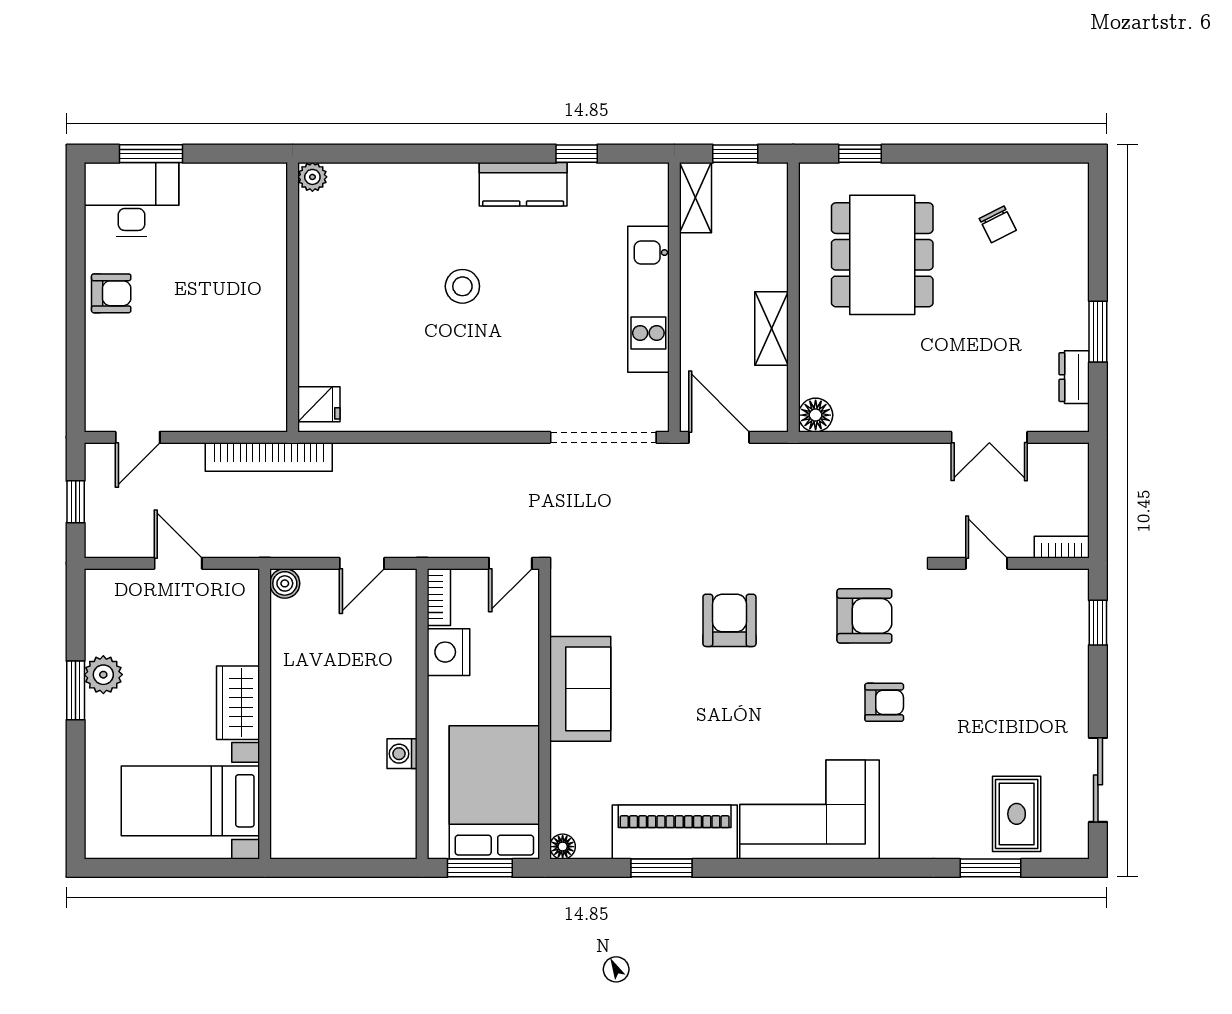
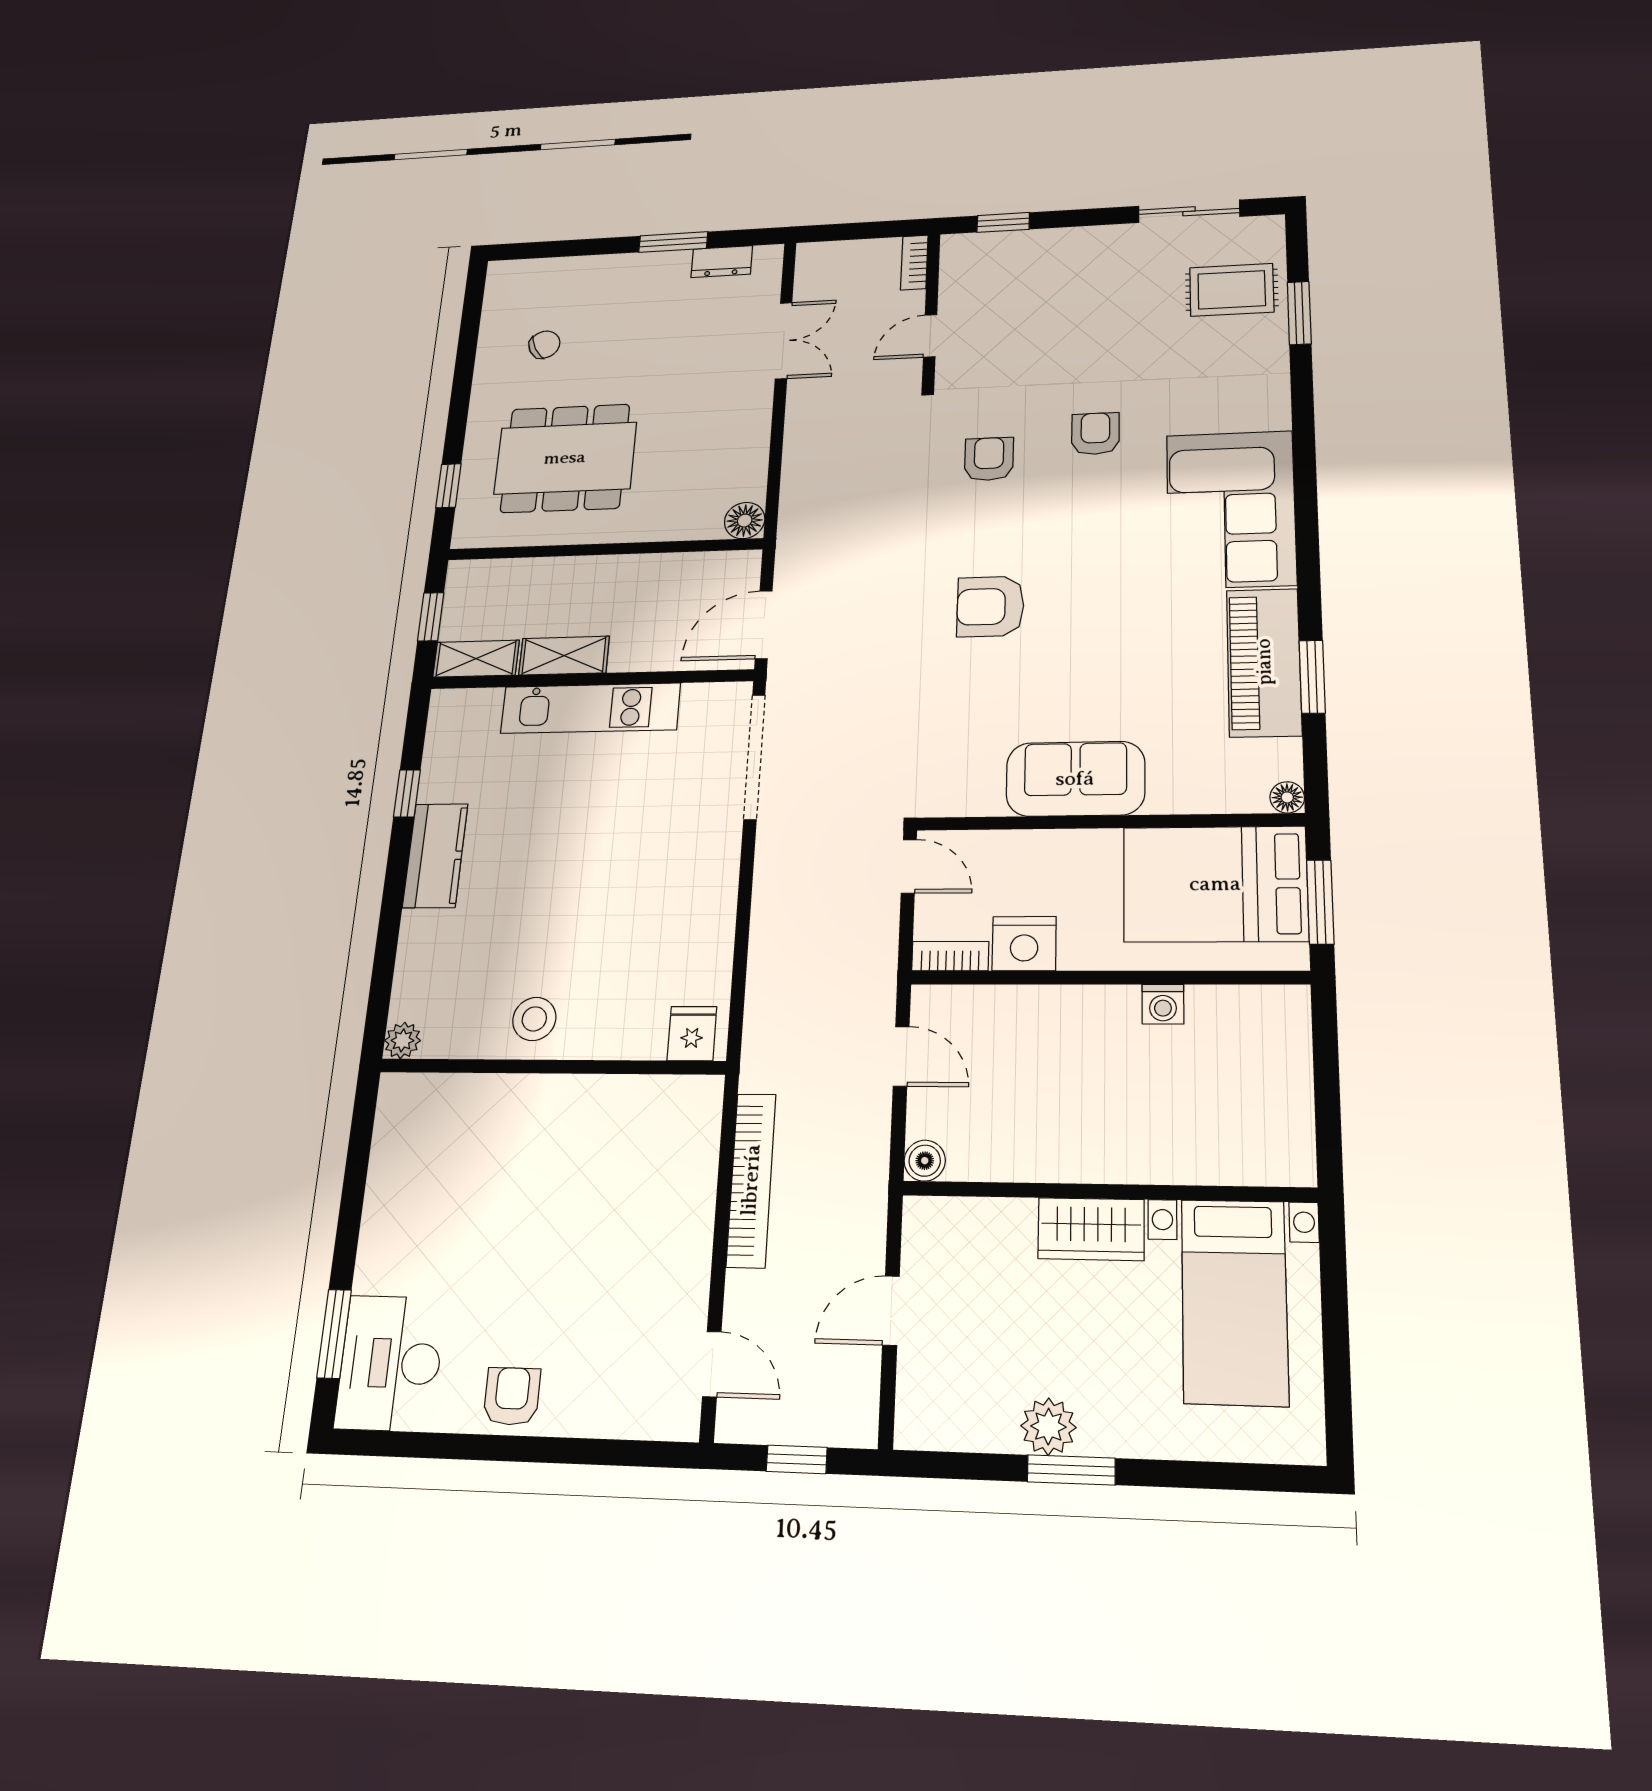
plant: (312, 177) -> (402, 1040), moved
stool: (462, 286) -> (534, 1019), moved
wall: (293, 297) -> (551, 1067), moved
shelving: (771, 329) -> (564, 656), moved
fridge: (319, 404) -> (692, 1034), moved
armchair: (864, 616) -> (989, 459), width x0.72, depth x0.72

